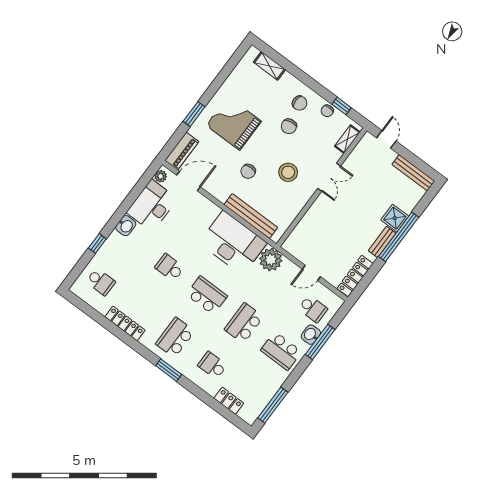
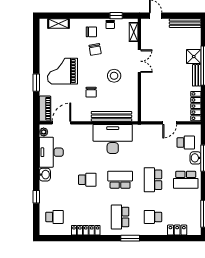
plant: (271, 260) -> (141, 132), removed
school desk: (170, 267) -> (87, 180), turned 180

